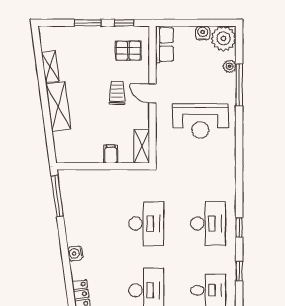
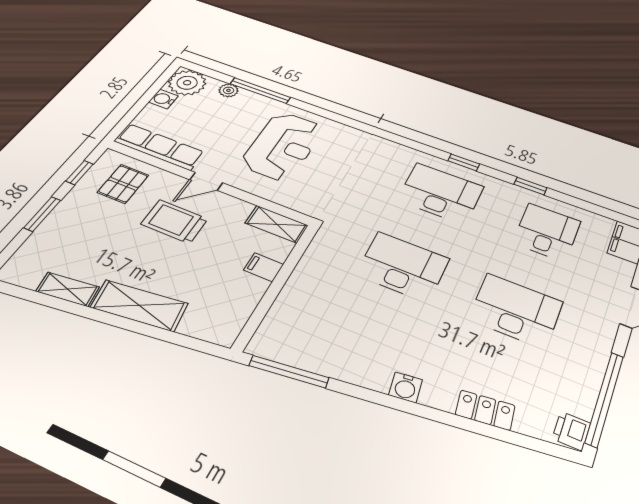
row of seats: (164, 45) -> (159, 147), width x1.48
trolley: (117, 93) -> (175, 221), width x1.36, depth x1.39

